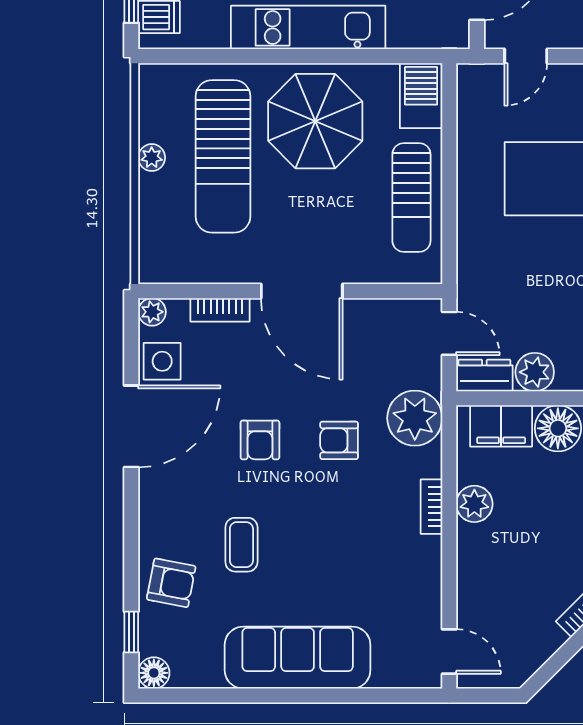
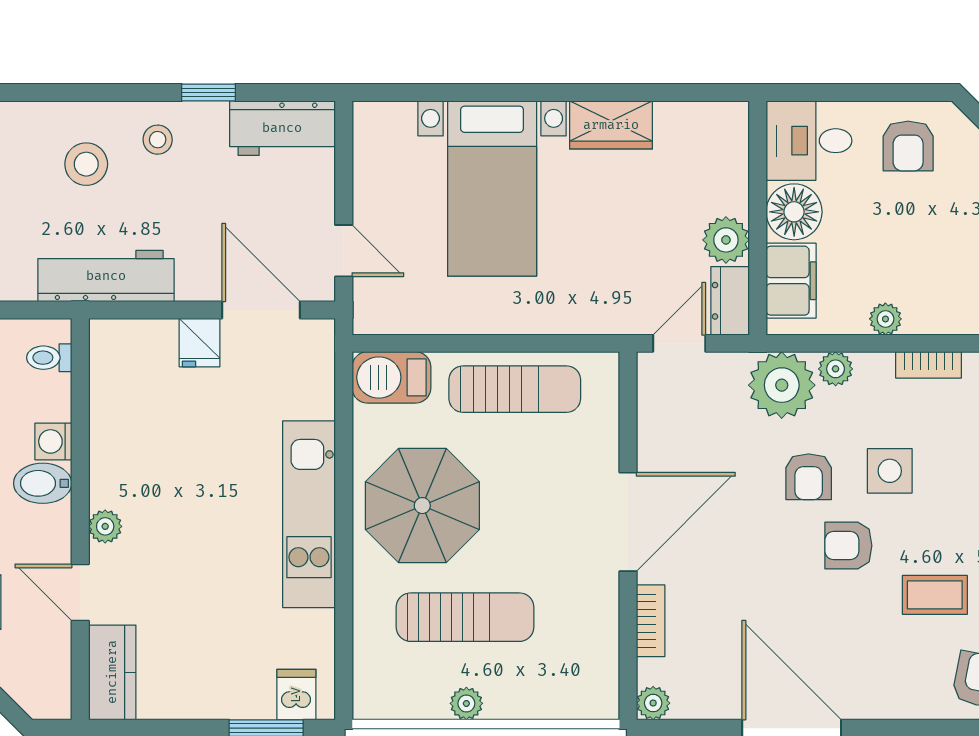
sun lounger: (223, 156) -> (465, 617), width x0.73, depth x0.75
side table: (162, 361) -> (890, 471), moved
armchair: (260, 440) -> (848, 546), moved, turned 180
plant: (428, 463) -> (836, 369), added
plant: (474, 504) -> (885, 319), width x0.73, depth x0.73
bookcase: (431, 507) -> (929, 365), moved

